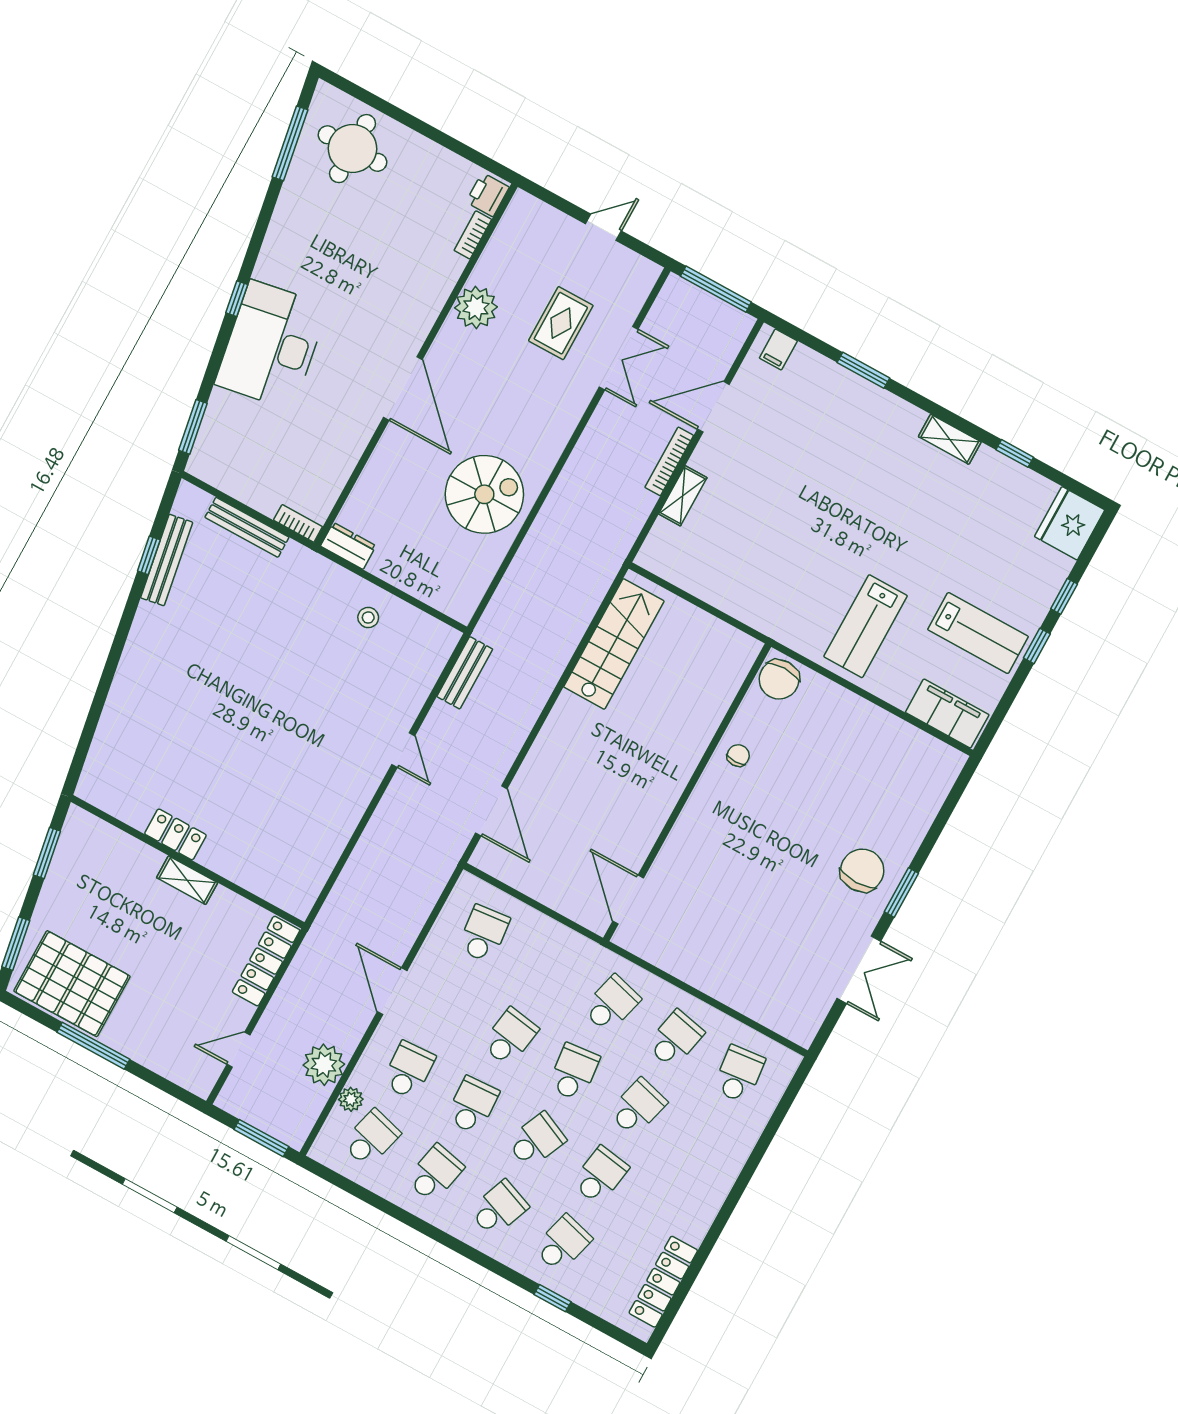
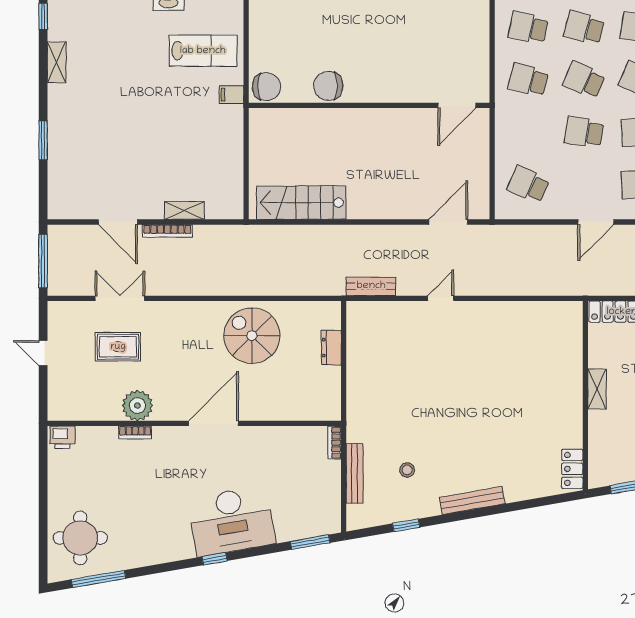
bookcase: (473, 235) -> (135, 432), moved
filing cabinet: (778, 349) -> (232, 95), moved, turned 180
dresser: (348, 546) -> (331, 348), moved
bench: (167, 560) -> (472, 501), moved
stool: (368, 617) -> (407, 470), moved
chair: (738, 756) -> (328, 86), width x1.87, depth x1.87
locker: (175, 834) -> (572, 469), moved
school desk: (484, 934) -> (528, 184), turned 30
school desk: (574, 1072) -> (584, 80), turned 30

